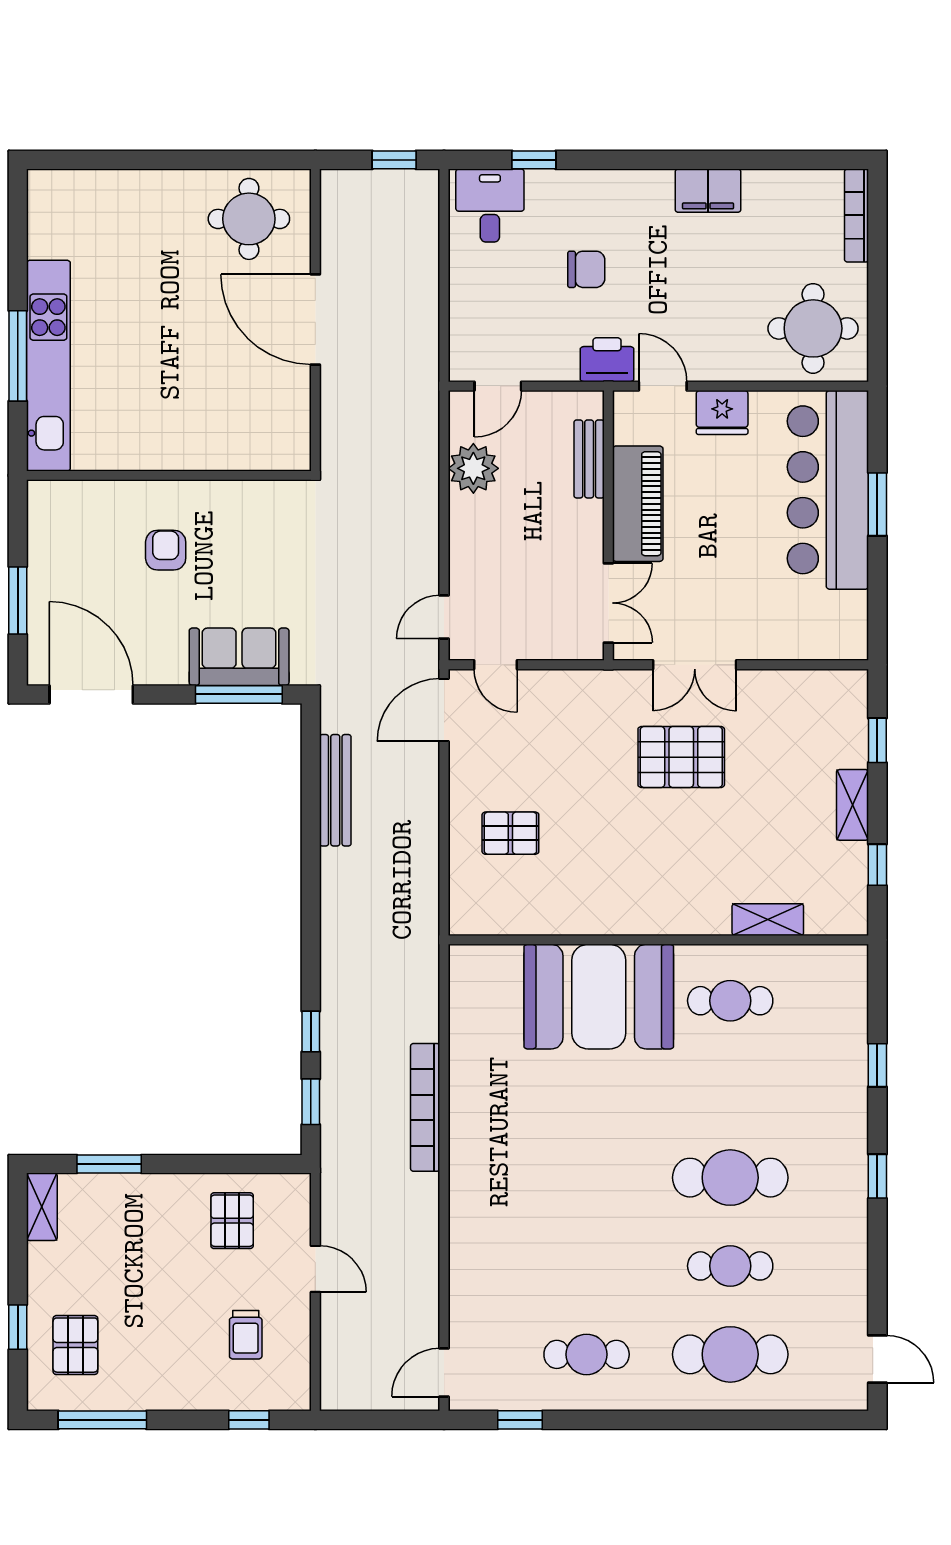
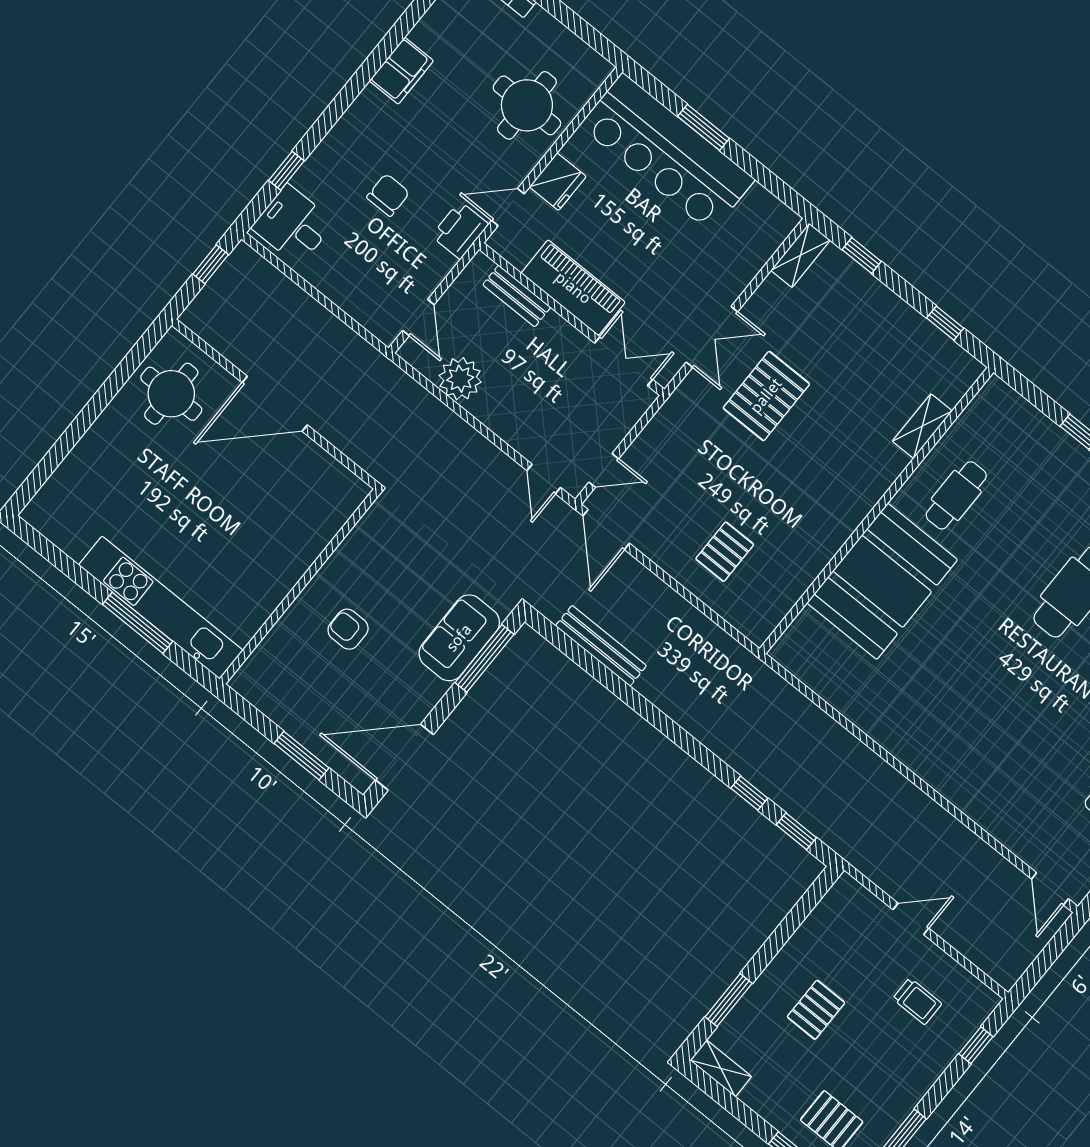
round table: (813, 328) -> (527, 105), moved
shelving: (853, 805) -> (801, 255), moved, turned 90
bookcase: (425, 1107) -> (862, 758), removed
pallet: (232, 1221) -> (816, 1010), moved, turned 90

